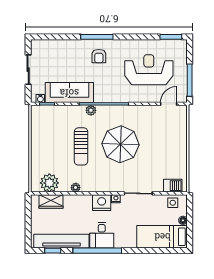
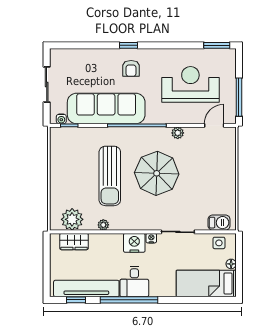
window: (97, 37) -> (129, 45), width x0.46
sofa: (69, 93) -> (106, 108), width x1.36, depth x1.27
plant: (91, 110) -> (178, 133), moved
sun lounger: (81, 146) -> (110, 176), width x1.36, depth x1.34

